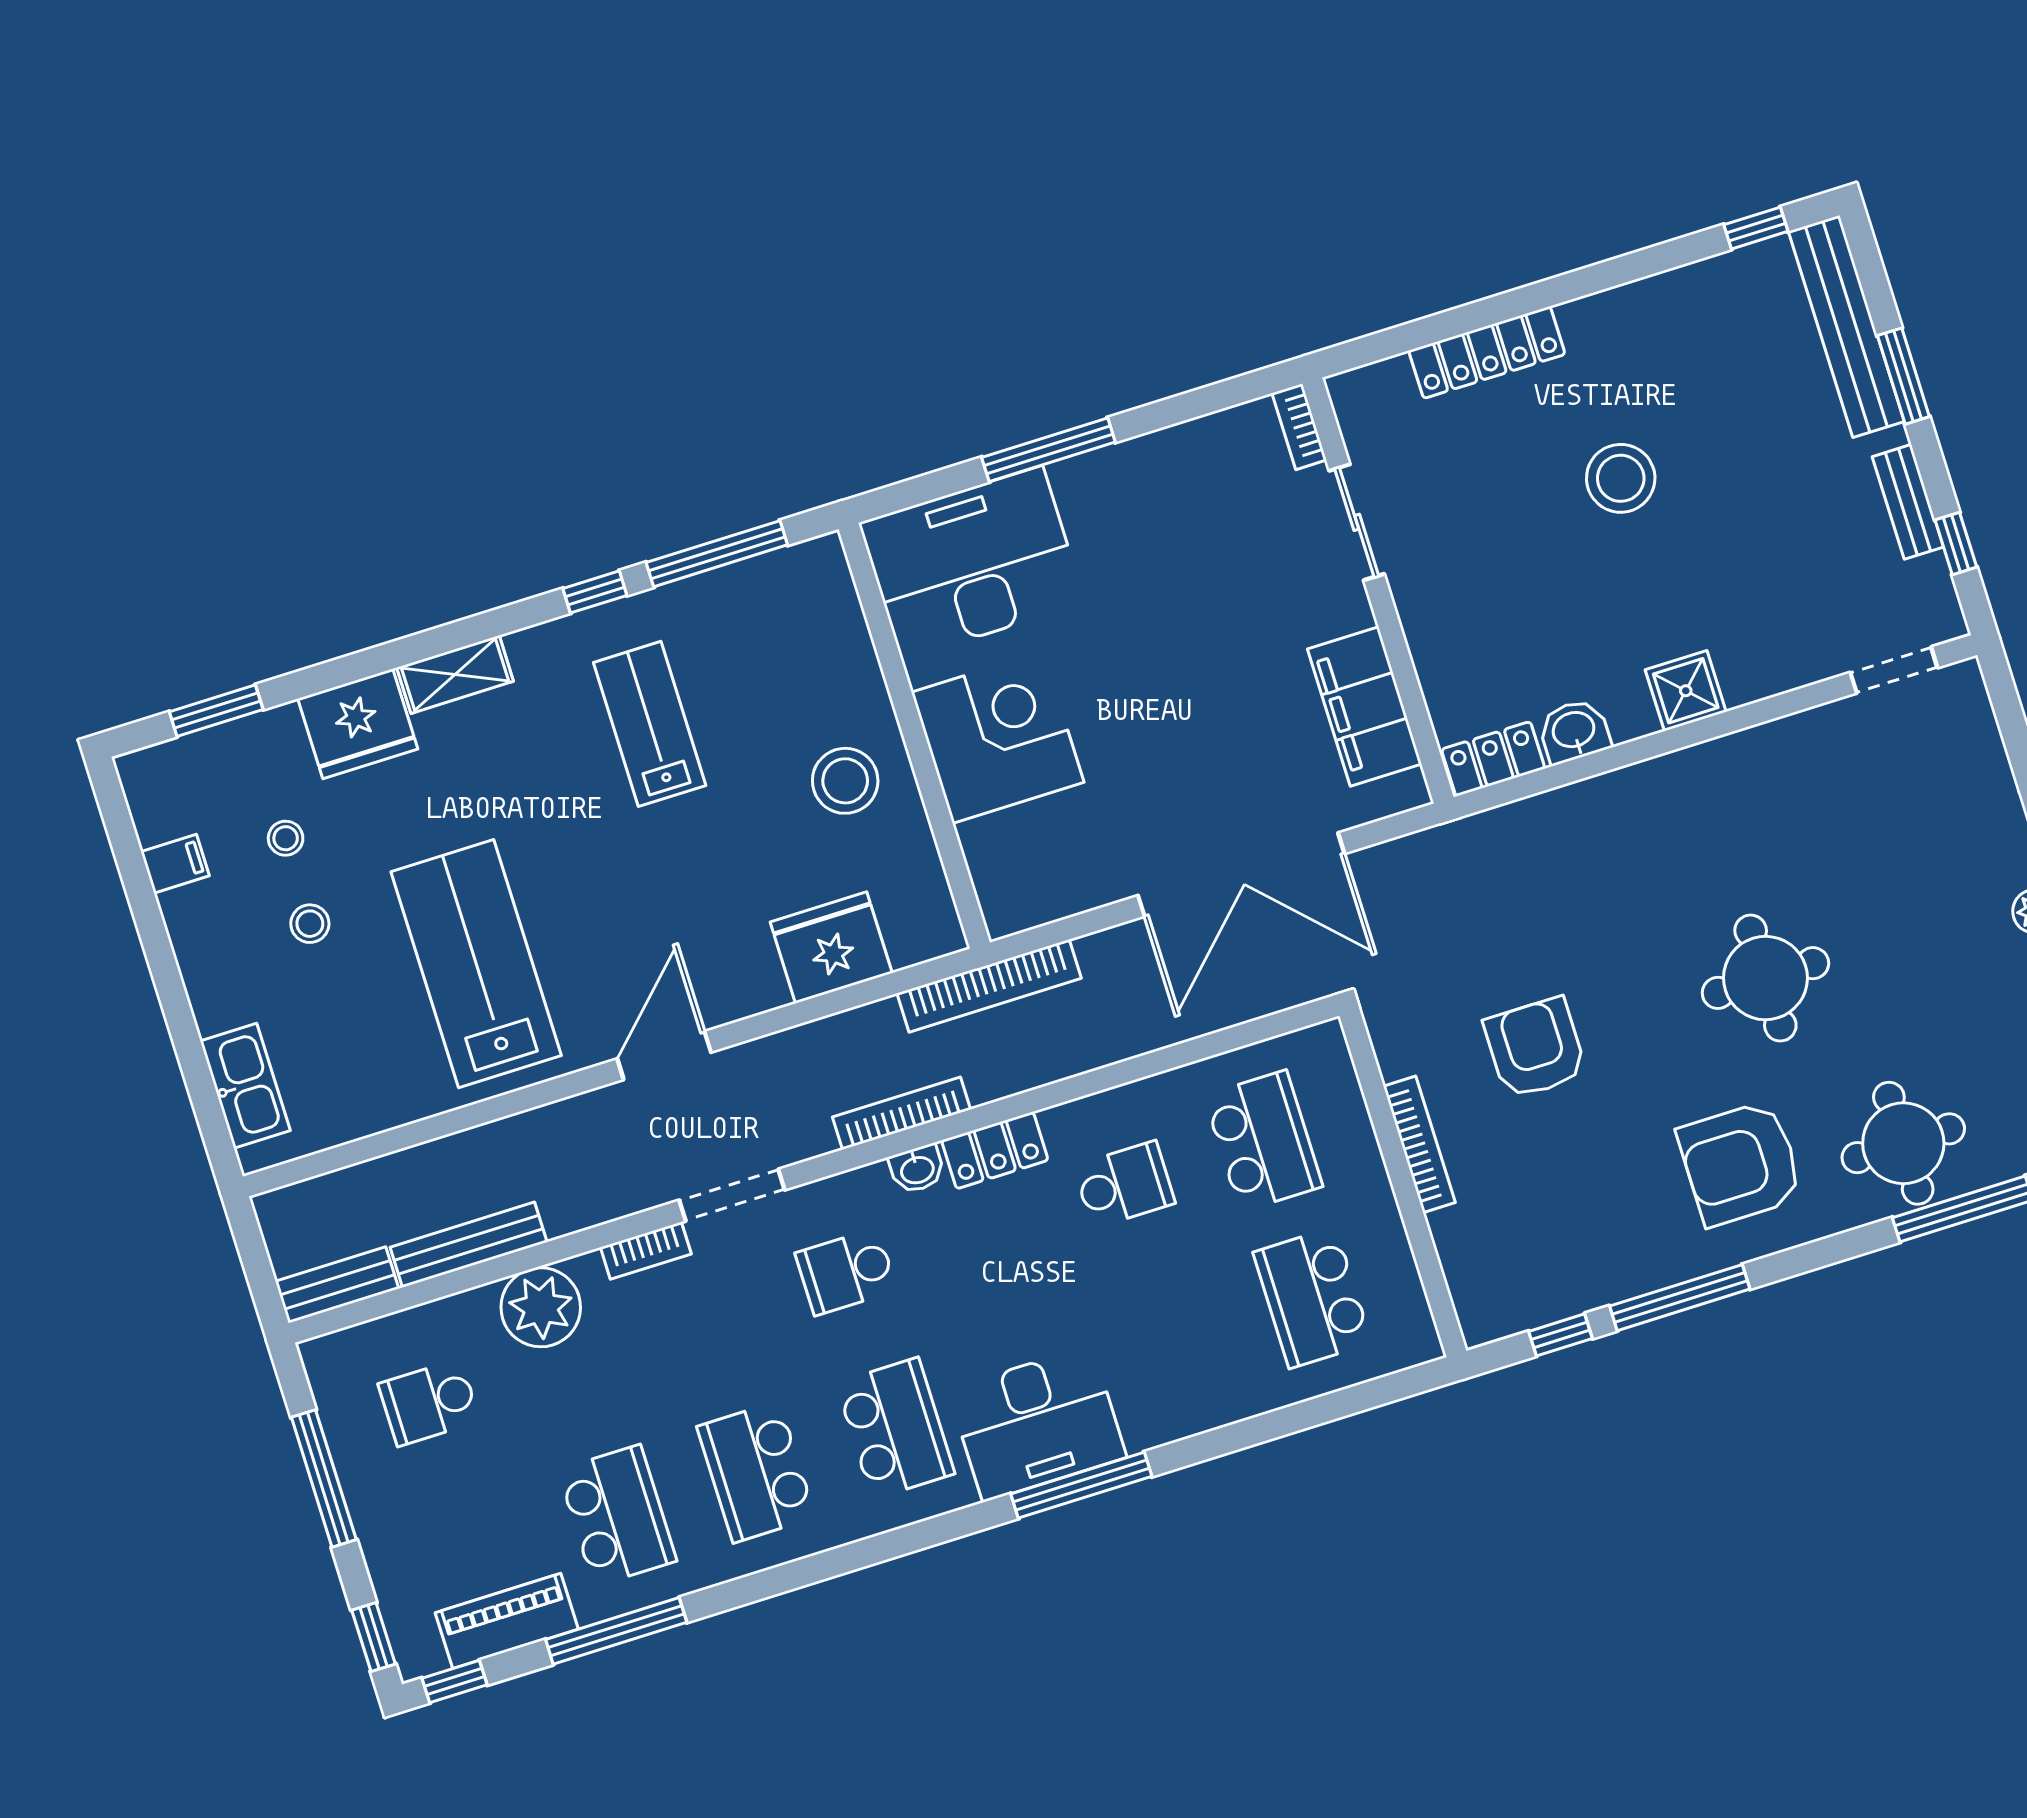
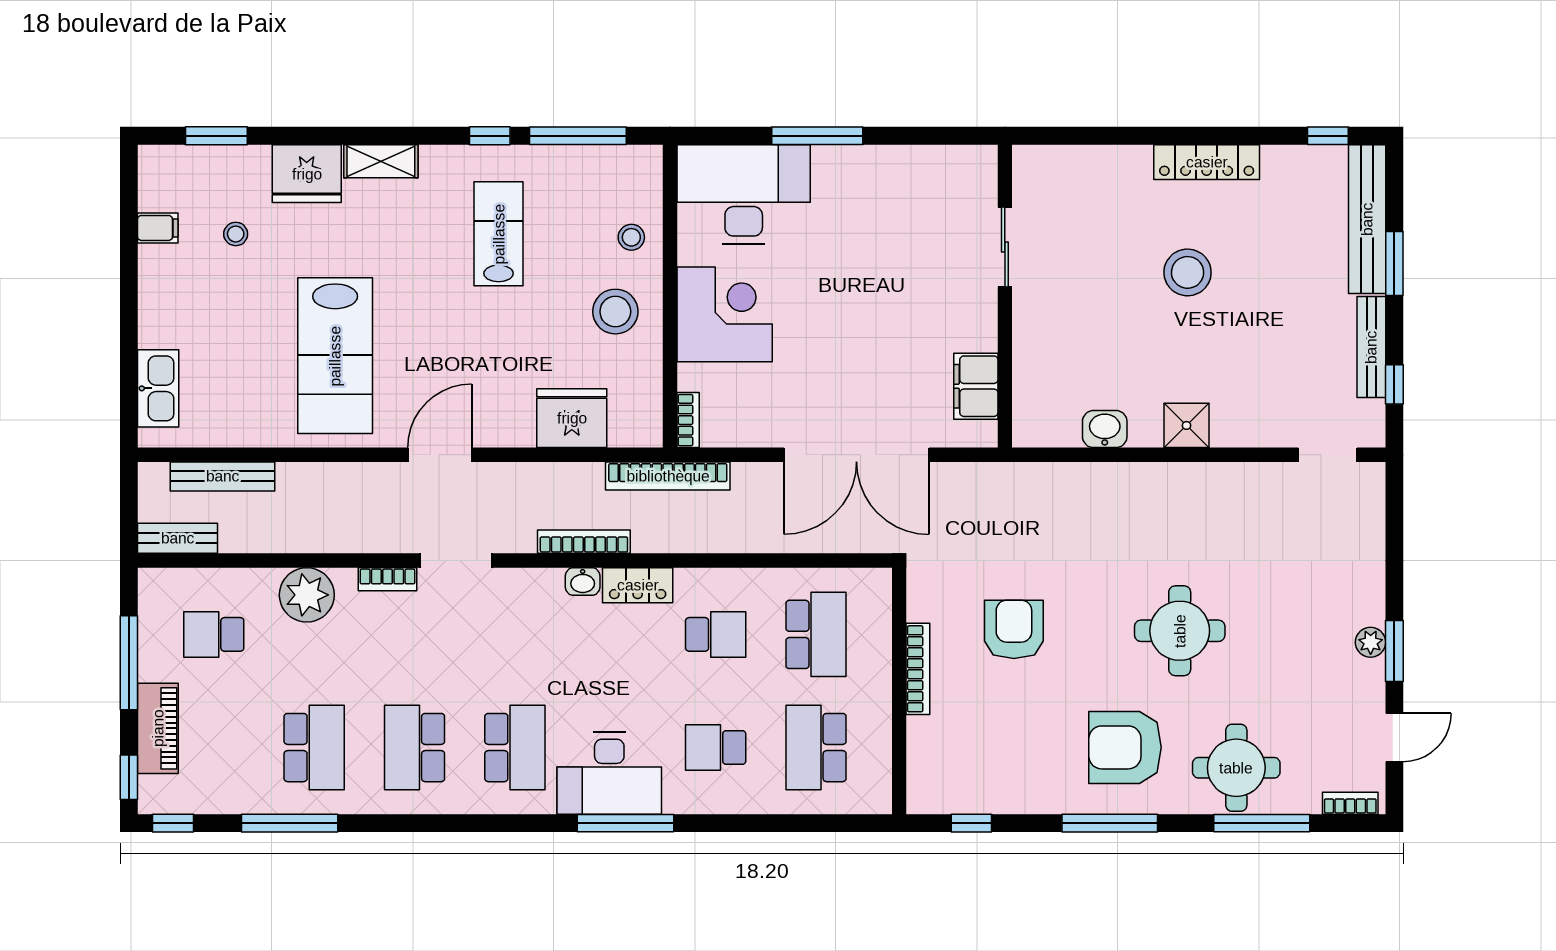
locker: (1487, 352) -> (1207, 162), moved
bookcase: (1299, 427) -> (688, 420), moved, turned 180
bench: (1908, 502) -> (1371, 347), width x1.36
filing cabinet: (1365, 707) -> (976, 386), width x0.67, depth x0.86
locker: (1493, 759) -> (1046, 431), removed
stool: (310, 924) -> (631, 237), moved
lab bench: (476, 964) -> (335, 356), turned 180
bench: (469, 1245) -> (223, 476), moved
school desk: (846, 1272) -> (716, 748), moved
window: (1680, 1298) -> (1110, 823), moved
piano: (507, 1621) -> (158, 728), moved, turned 90

